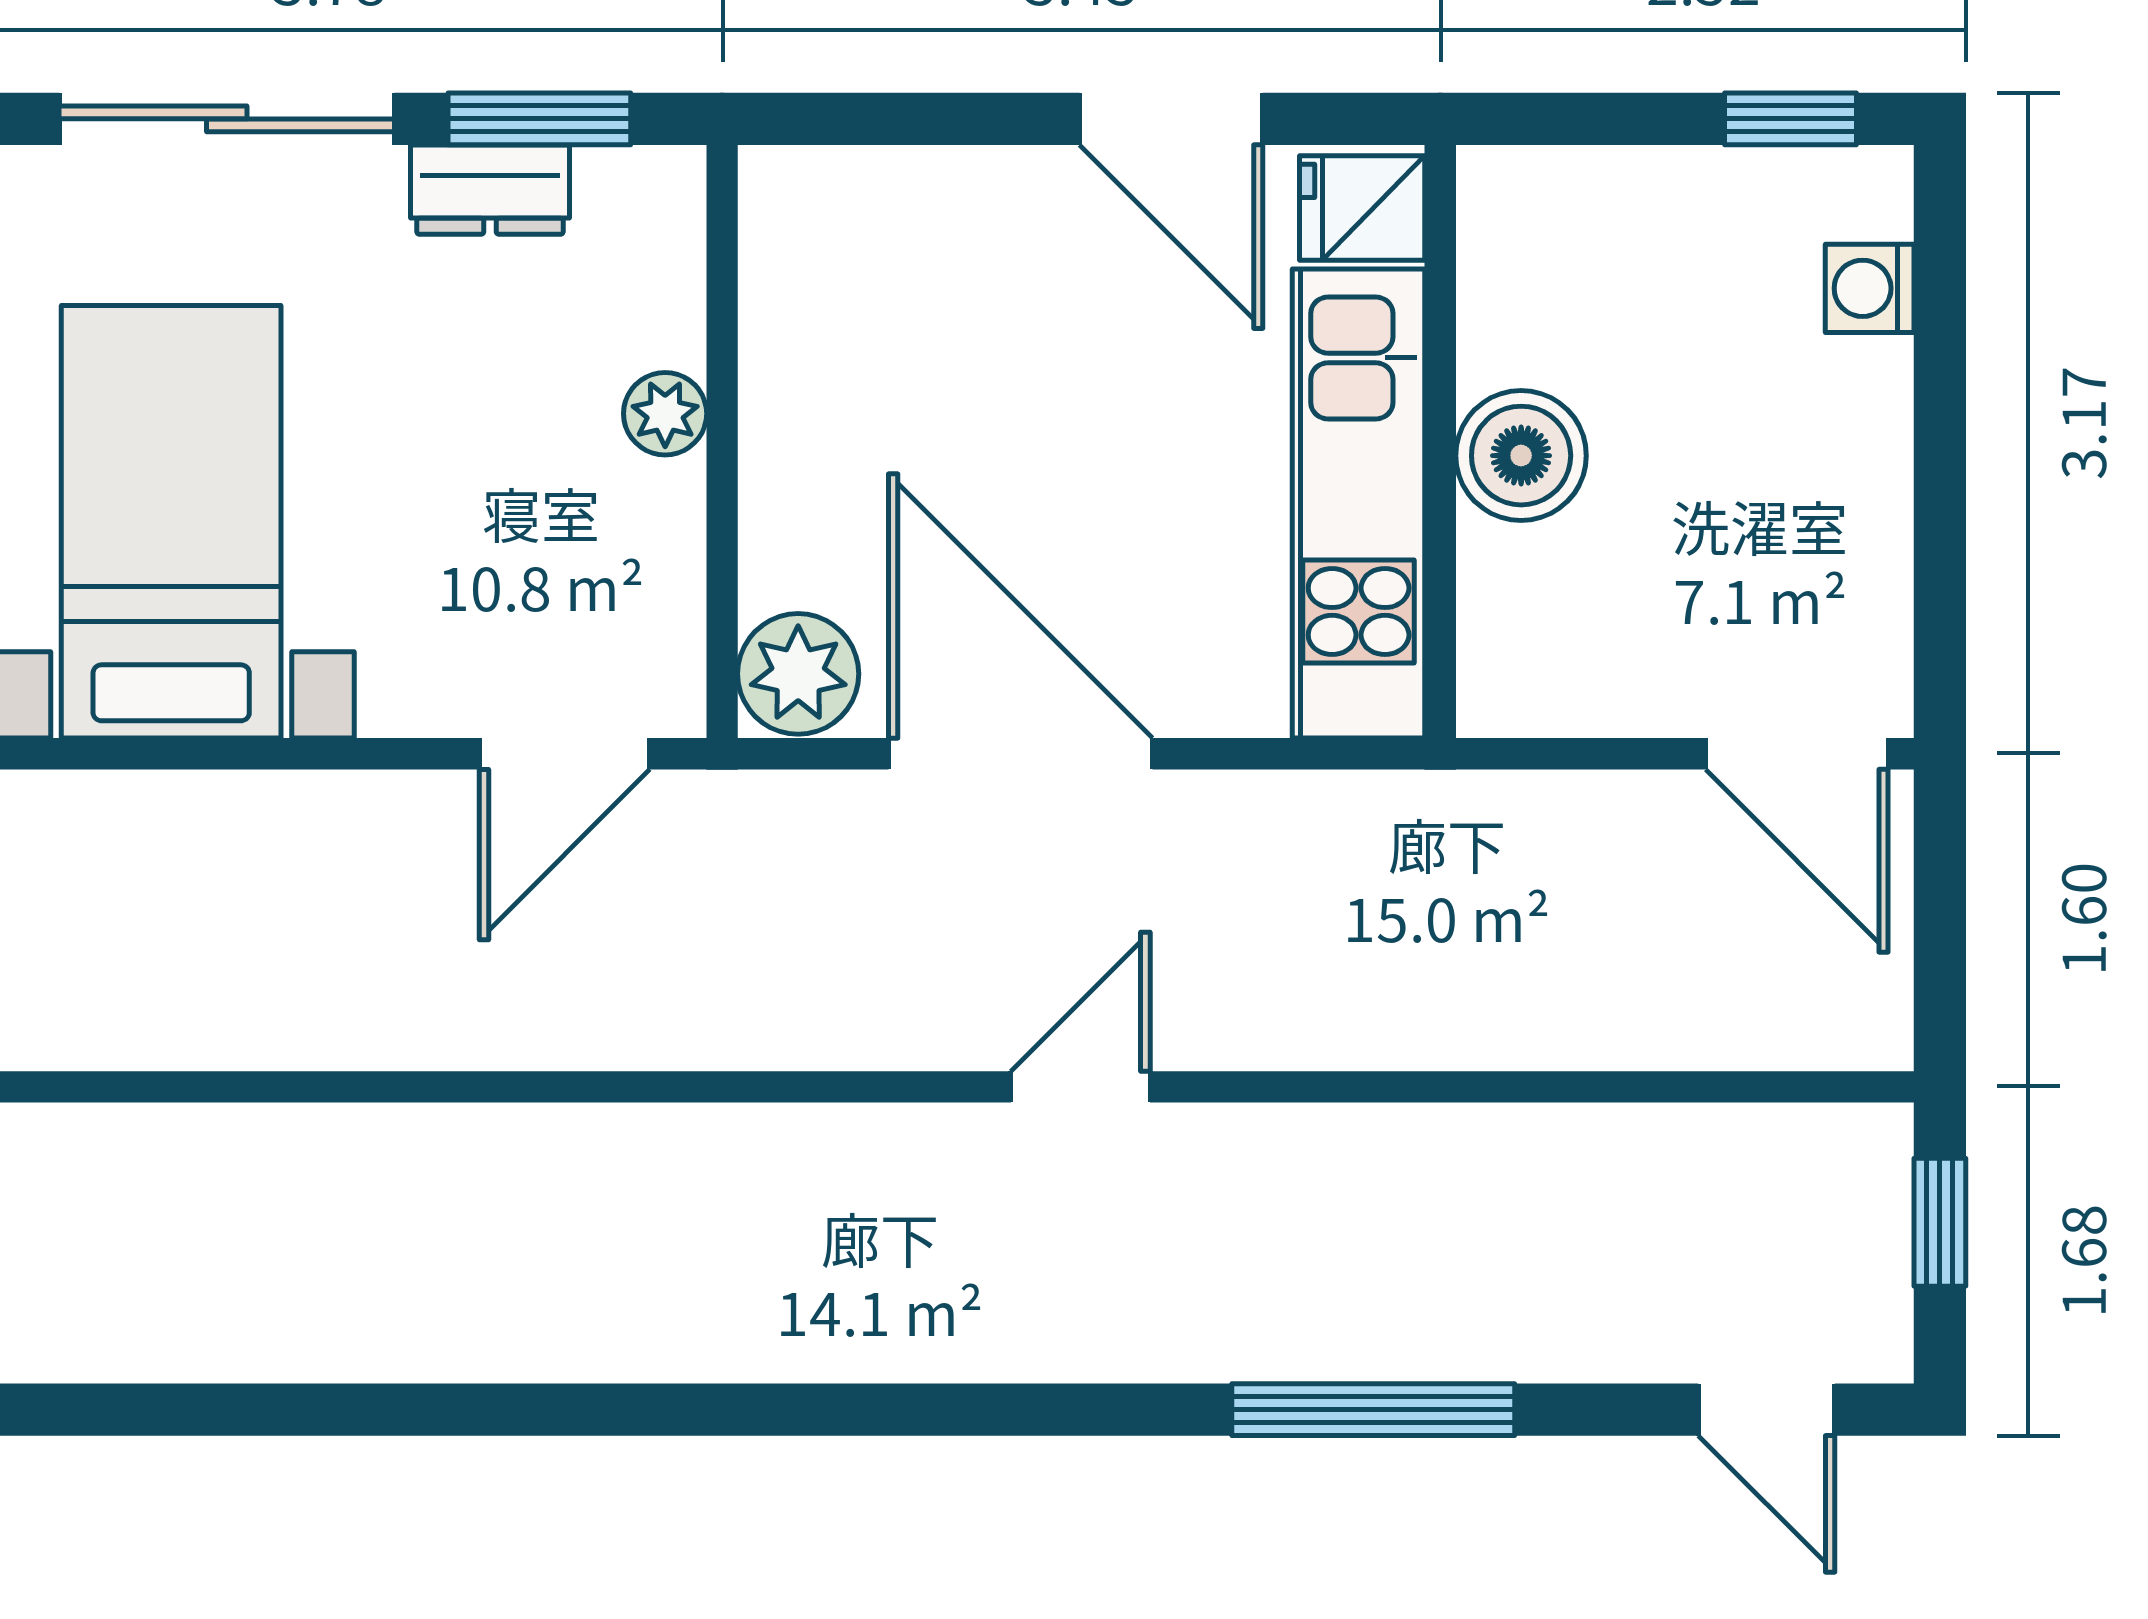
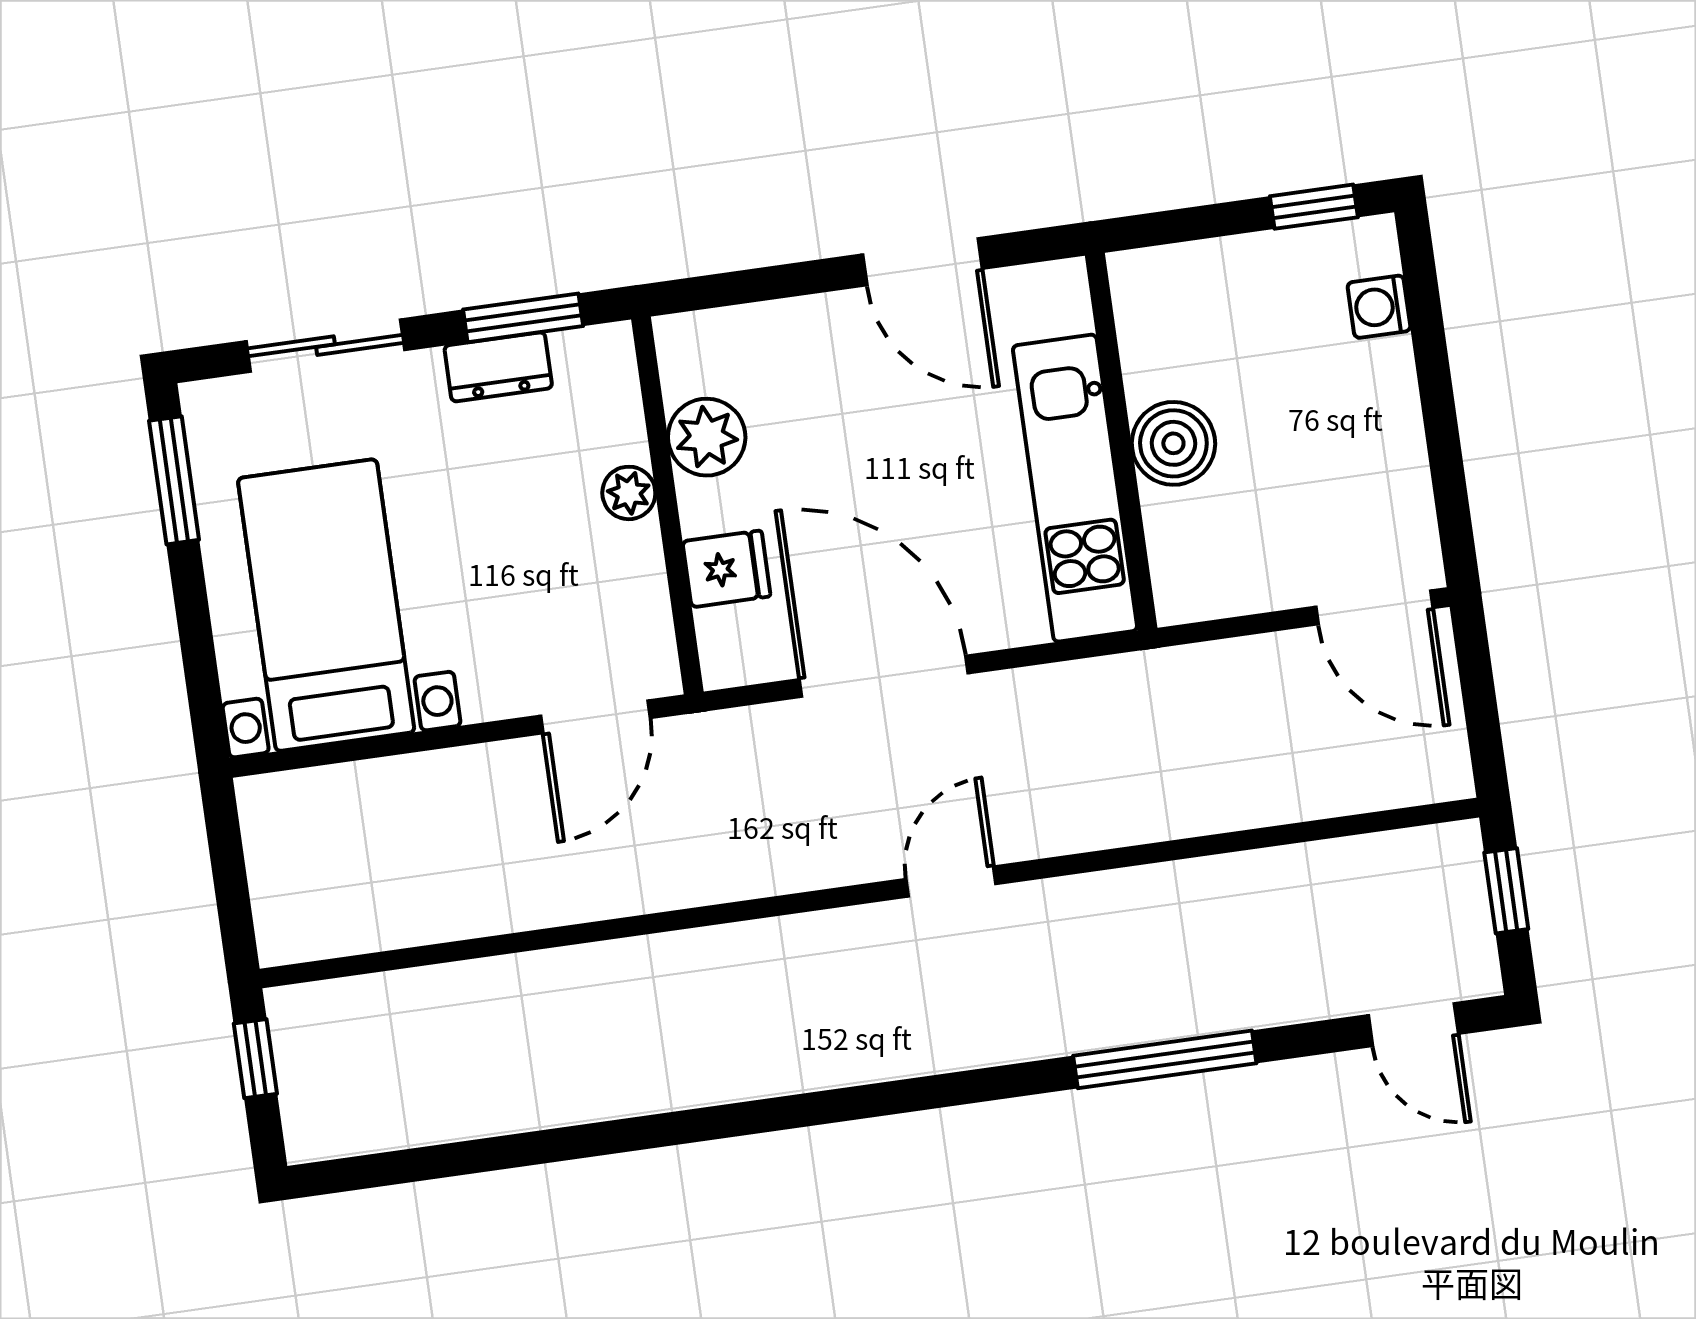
sliding door: (227, 119) -> (326, 346), width x0.73
fridge: (1362, 208) -> (727, 569), moved, turned 180
plant: (798, 674) -> (707, 437), moved

